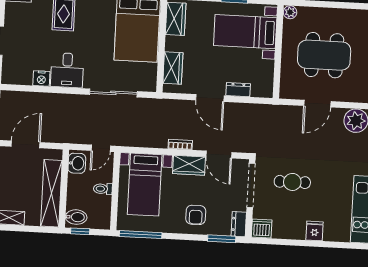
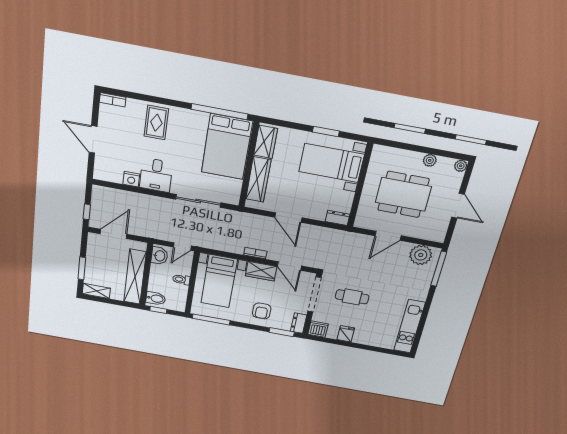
plant: (290, 12) -> (430, 160), moved
wardrobe: (173, 68) -> (258, 180), width x1.50
dresser: (238, 90) -> (338, 218), moved
fridge: (315, 231) -> (346, 334), moved

